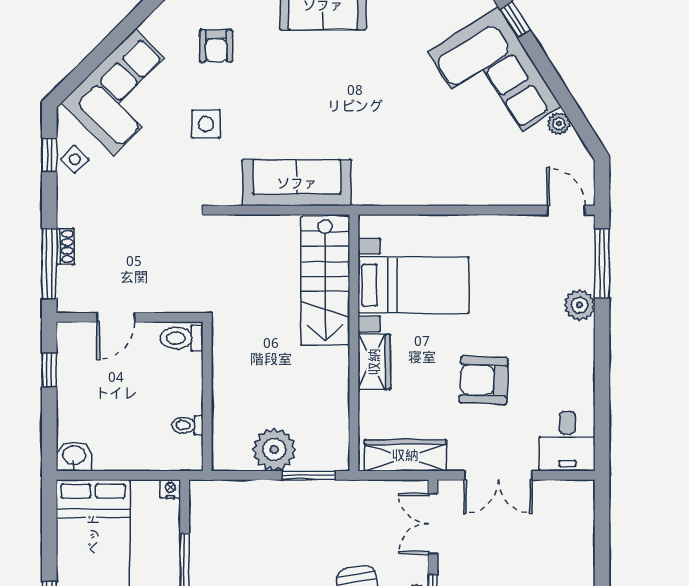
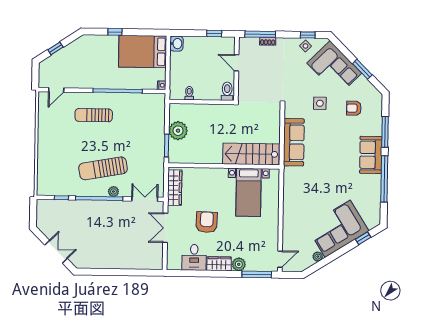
window: (126, 28) -> (362, 69), added
wardrobe: (374, 362) -> (219, 264), moved, turned 180
desk: (567, 441) -> (194, 257), moved, turned -90

